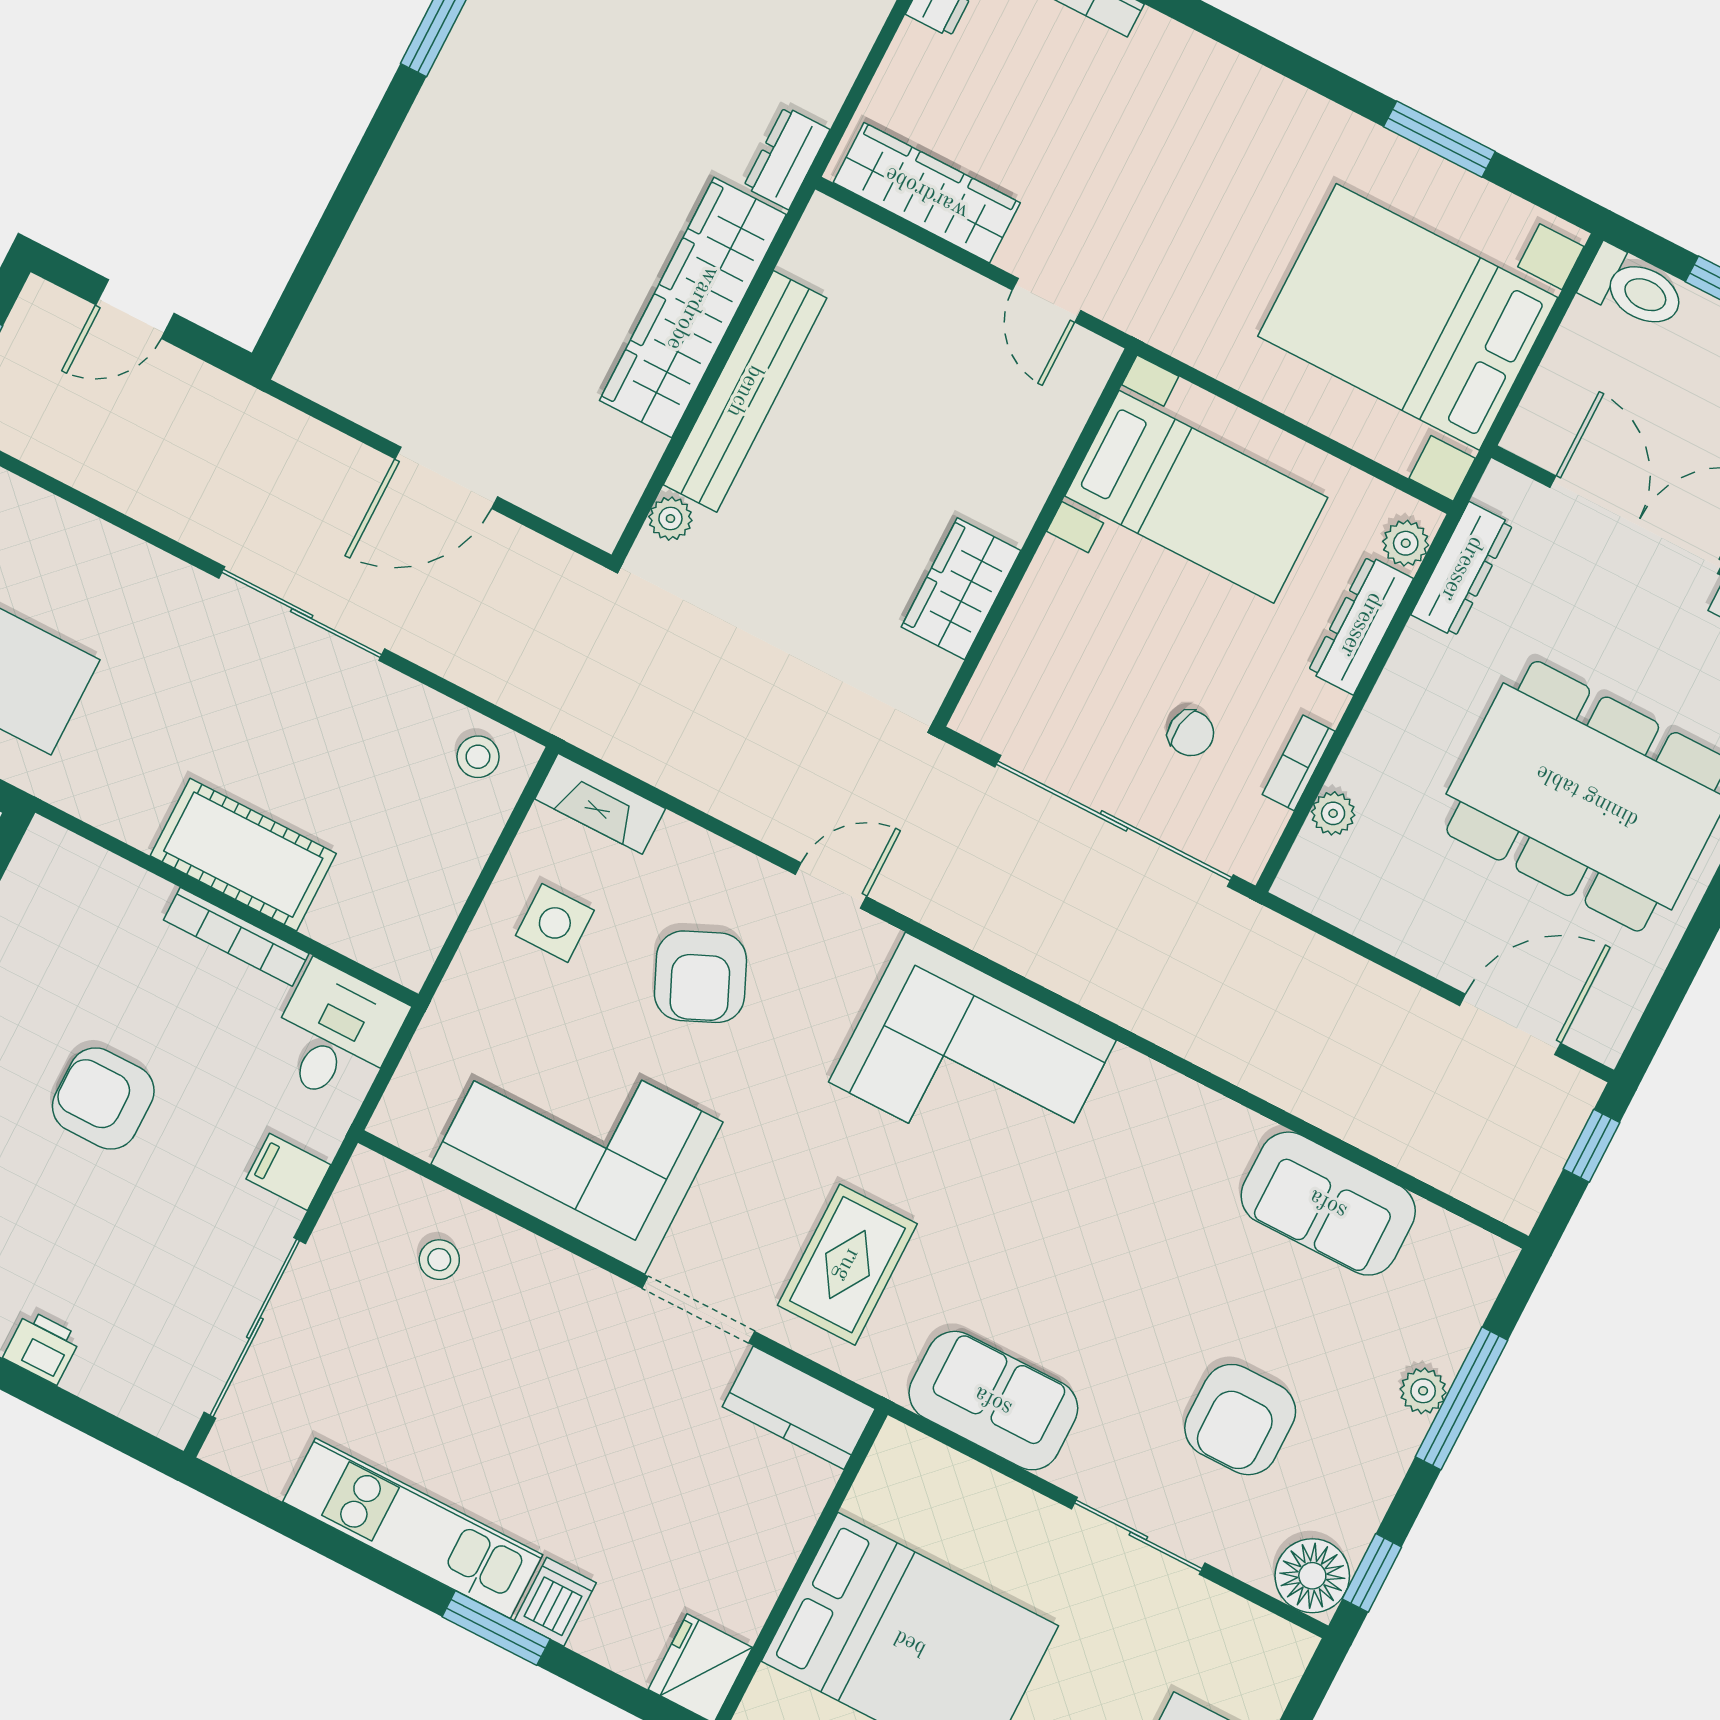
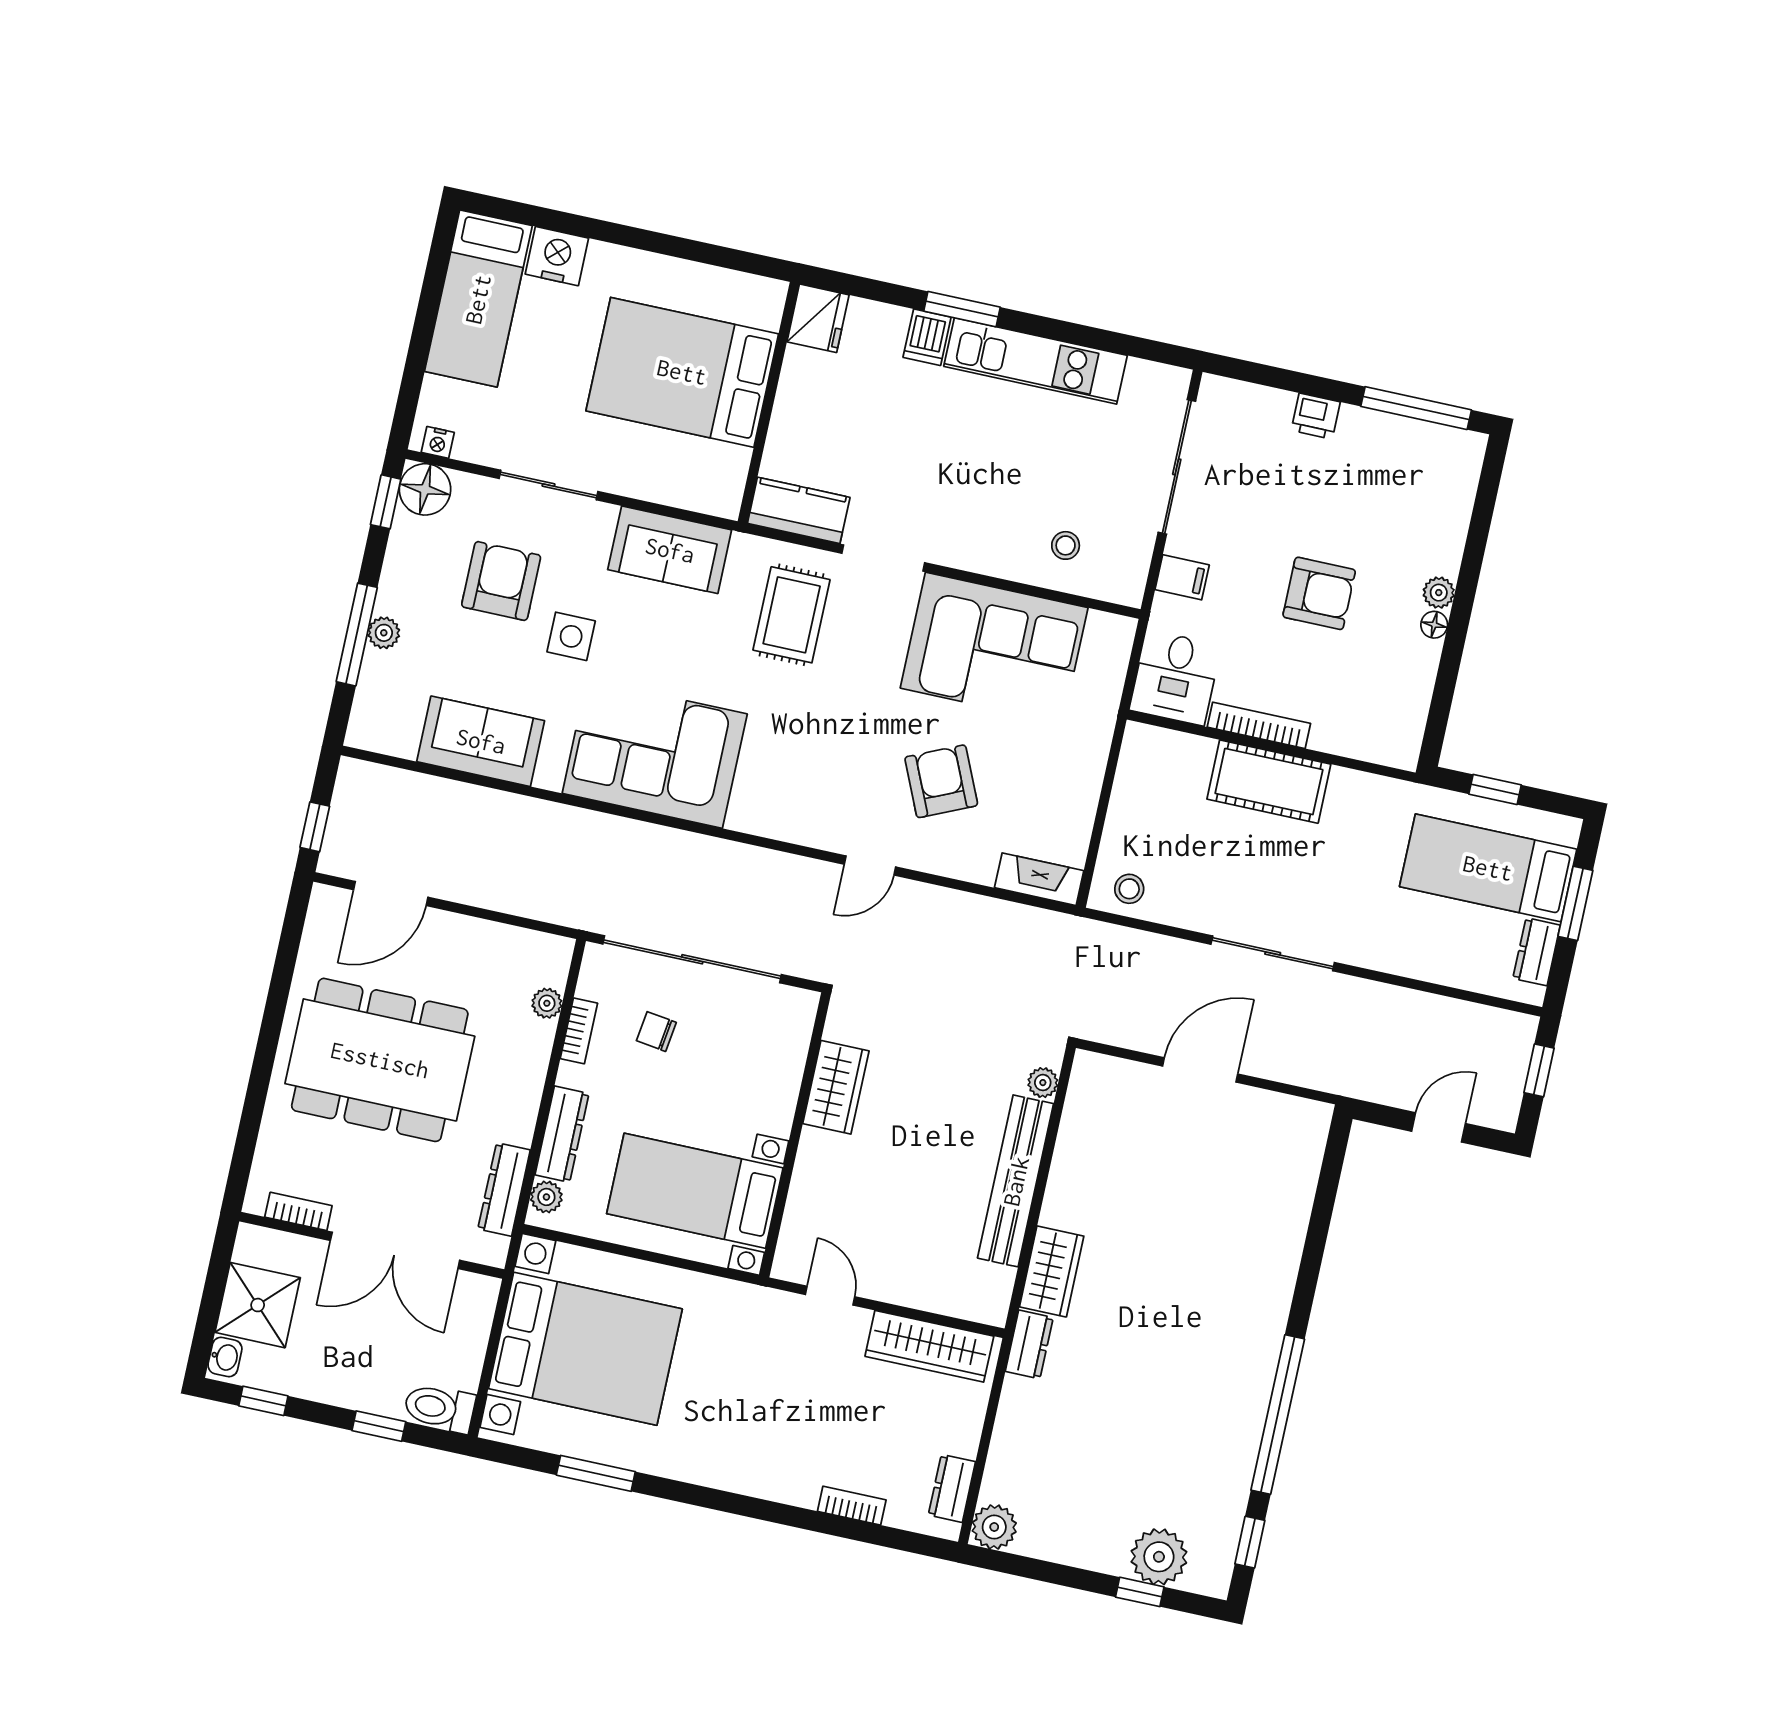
wardrobe: (693, 308) -> (1052, 1271), width x0.48, depth x0.85
side table: (555, 923) -> (571, 636), moved
corner sofa: (972, 1061) -> (655, 754), moved
nightstand: (1277, 1637) -> (438, 442), added

